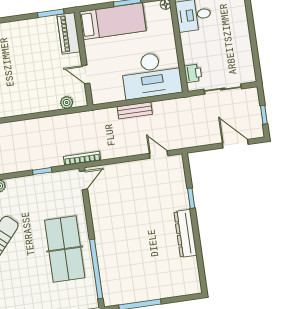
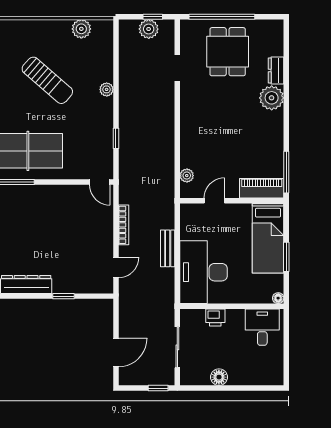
window: (51, 13) -> (286, 172), width x1.44
floor lamp: (244, 48) -> (219, 377), added
printer: (193, 73) -> (215, 317), moved
window: (264, 115) -> (158, 388), moved
bookcase: (82, 158) -> (124, 225), moved

